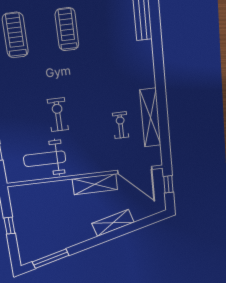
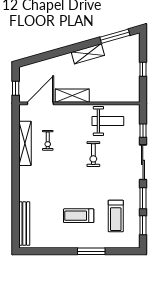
treadmill: (67, 29) -> (79, 216), turned 90
door: (135, 170) -> (40, 103), hinge flipped
shelving: (113, 223) -> (88, 54), moved

